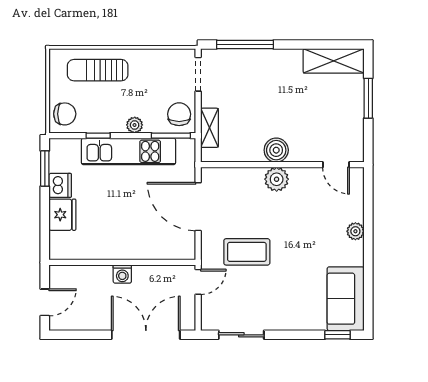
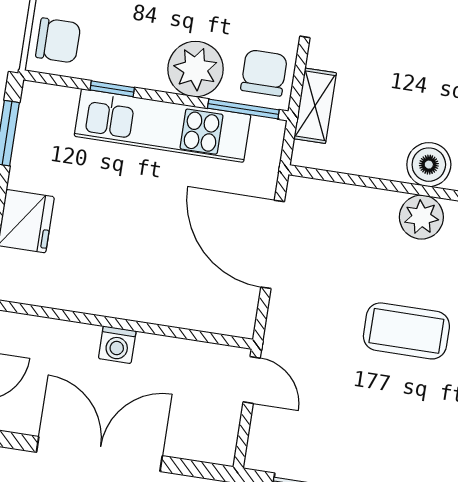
plant: (135, 125) -> (196, 69), width x1.88, depth x1.88
dishwasher: (60, 185) -> (30, 168), removed
coffee table: (247, 252) -> (406, 331), moved
door: (198, 282) -> (252, 380), hinge flipped
double door: (146, 335) -> (99, 454), moved

